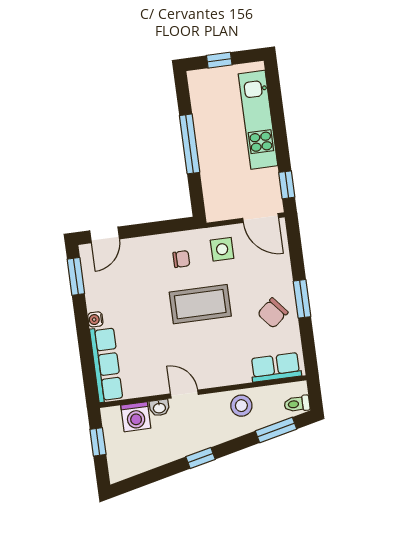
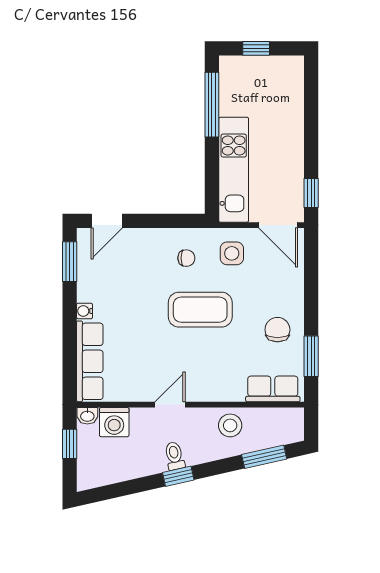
kitchen unit: (258, 120) -> (234, 170), moved, turned 180
window: (190, 144) -> (212, 105), moved
window: (302, 299) -> (311, 356), moved
chair: (273, 313) -> (277, 330), turned 130
door: (184, 394) -> (170, 405), hinge flipped
toilet: (297, 404) -> (174, 456), moved, turned 77
washbasin: (159, 408) -> (87, 416), moved

